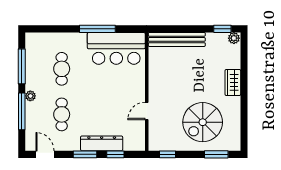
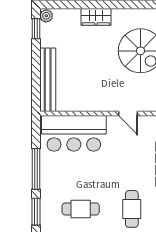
window: (59, 29) -> (36, 212), added
bar counter: (116, 48) -> (74, 133), moved, turned 90
cafe table: (62, 114) -> (132, 209), turned 90

